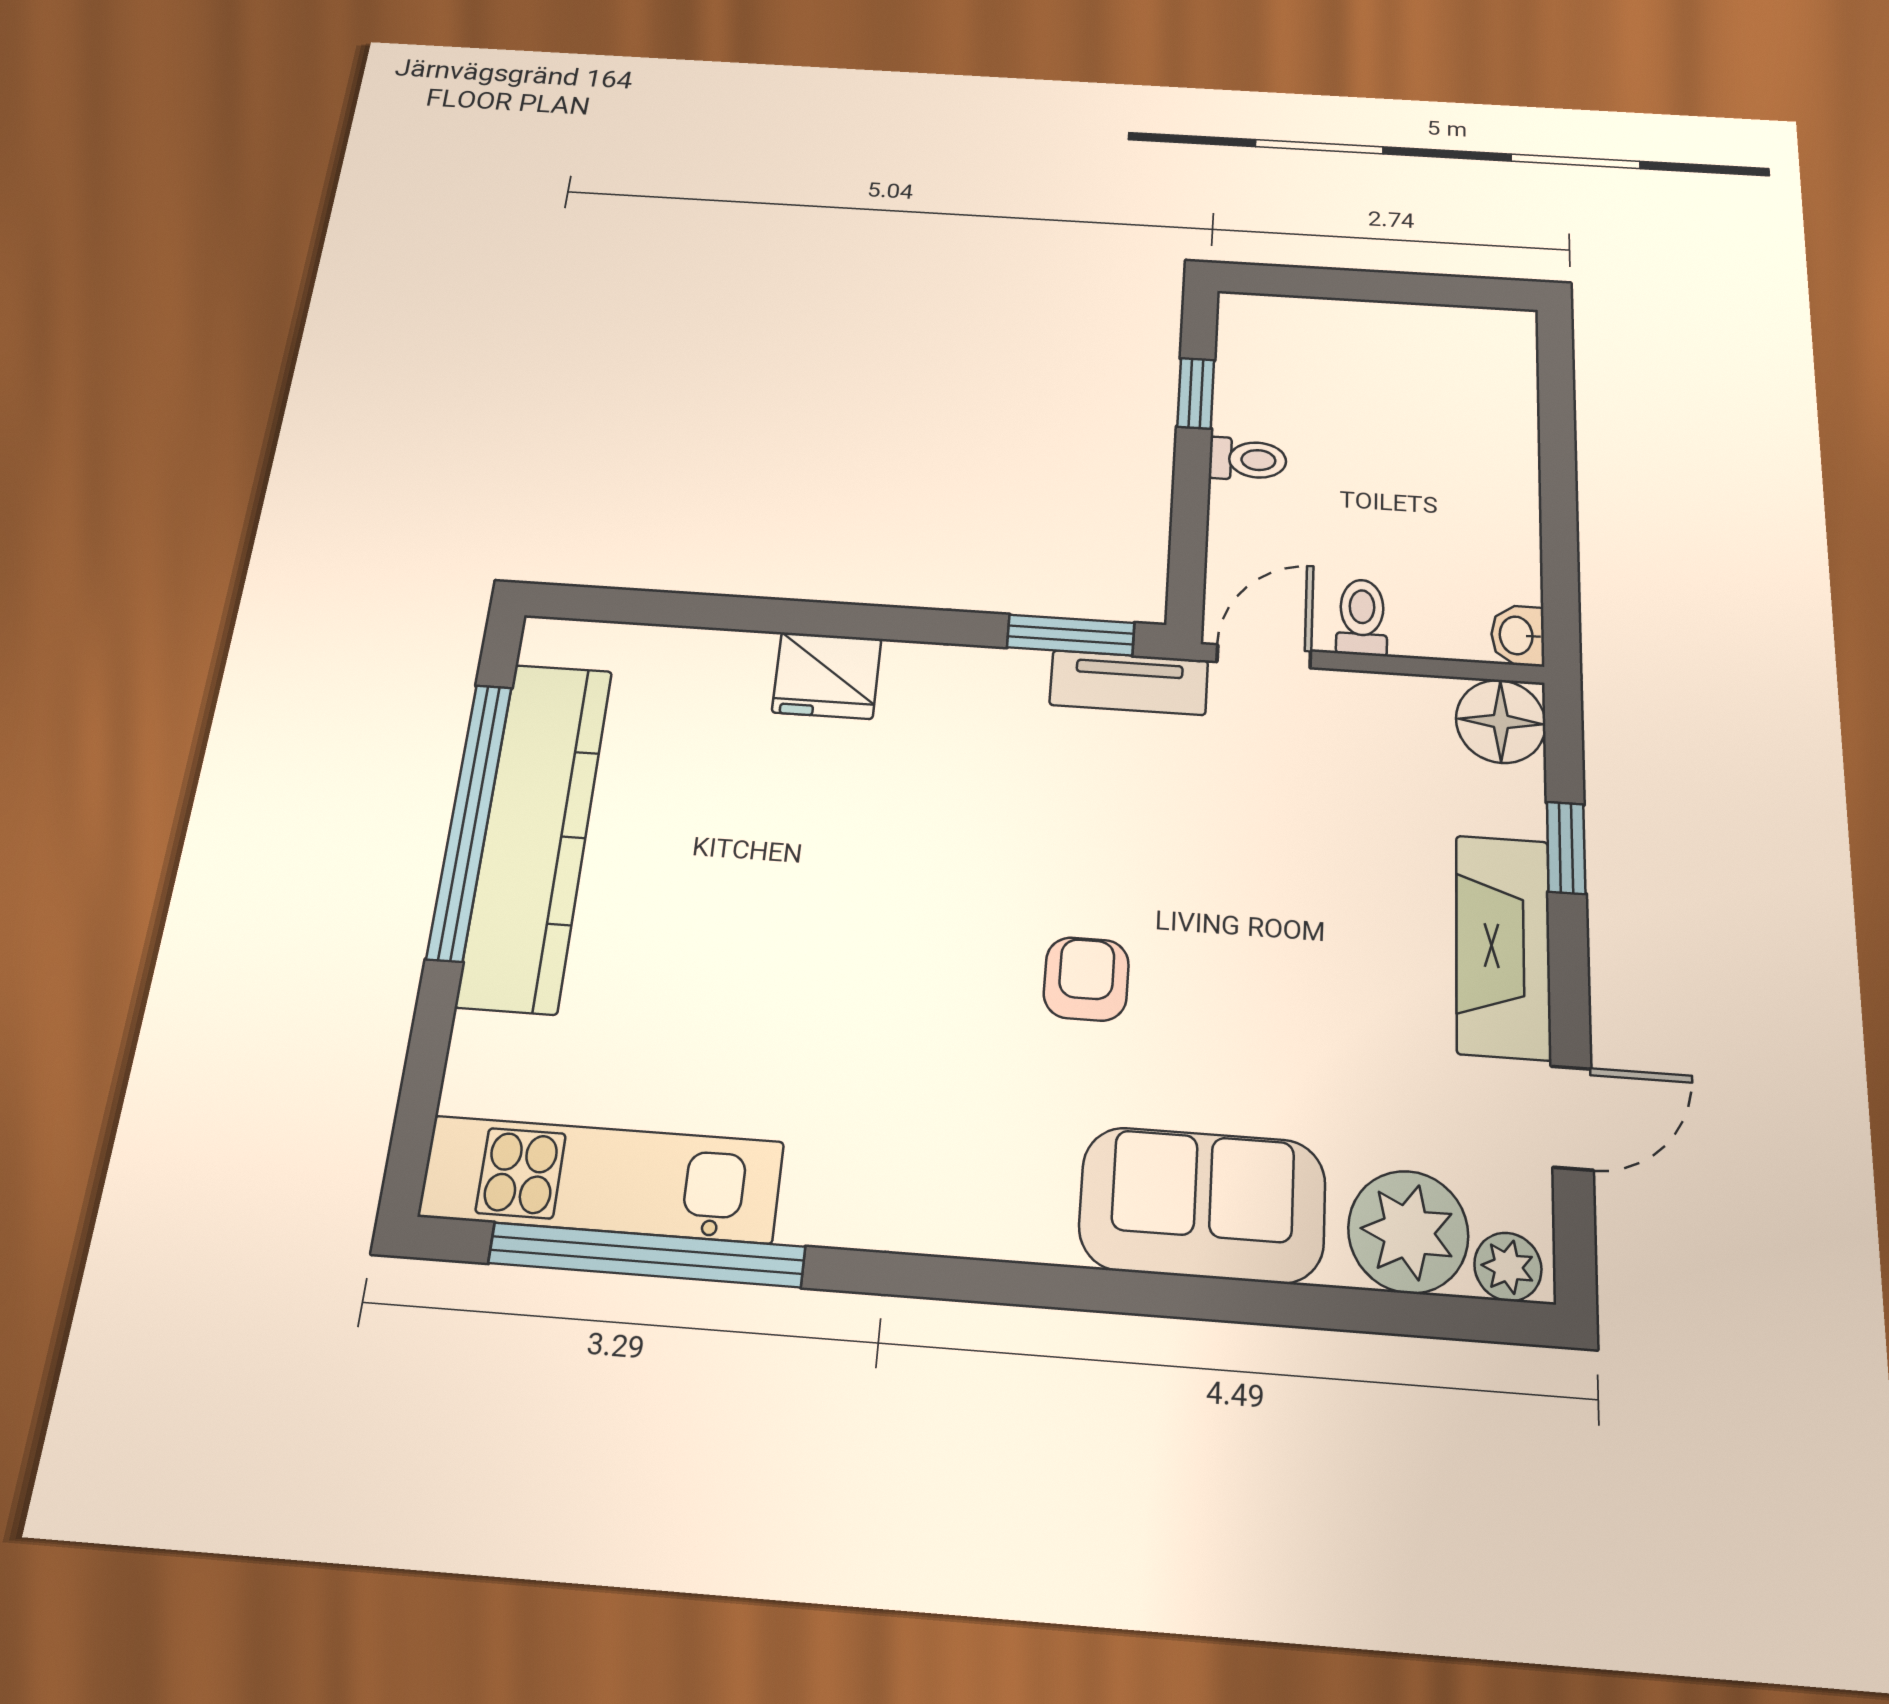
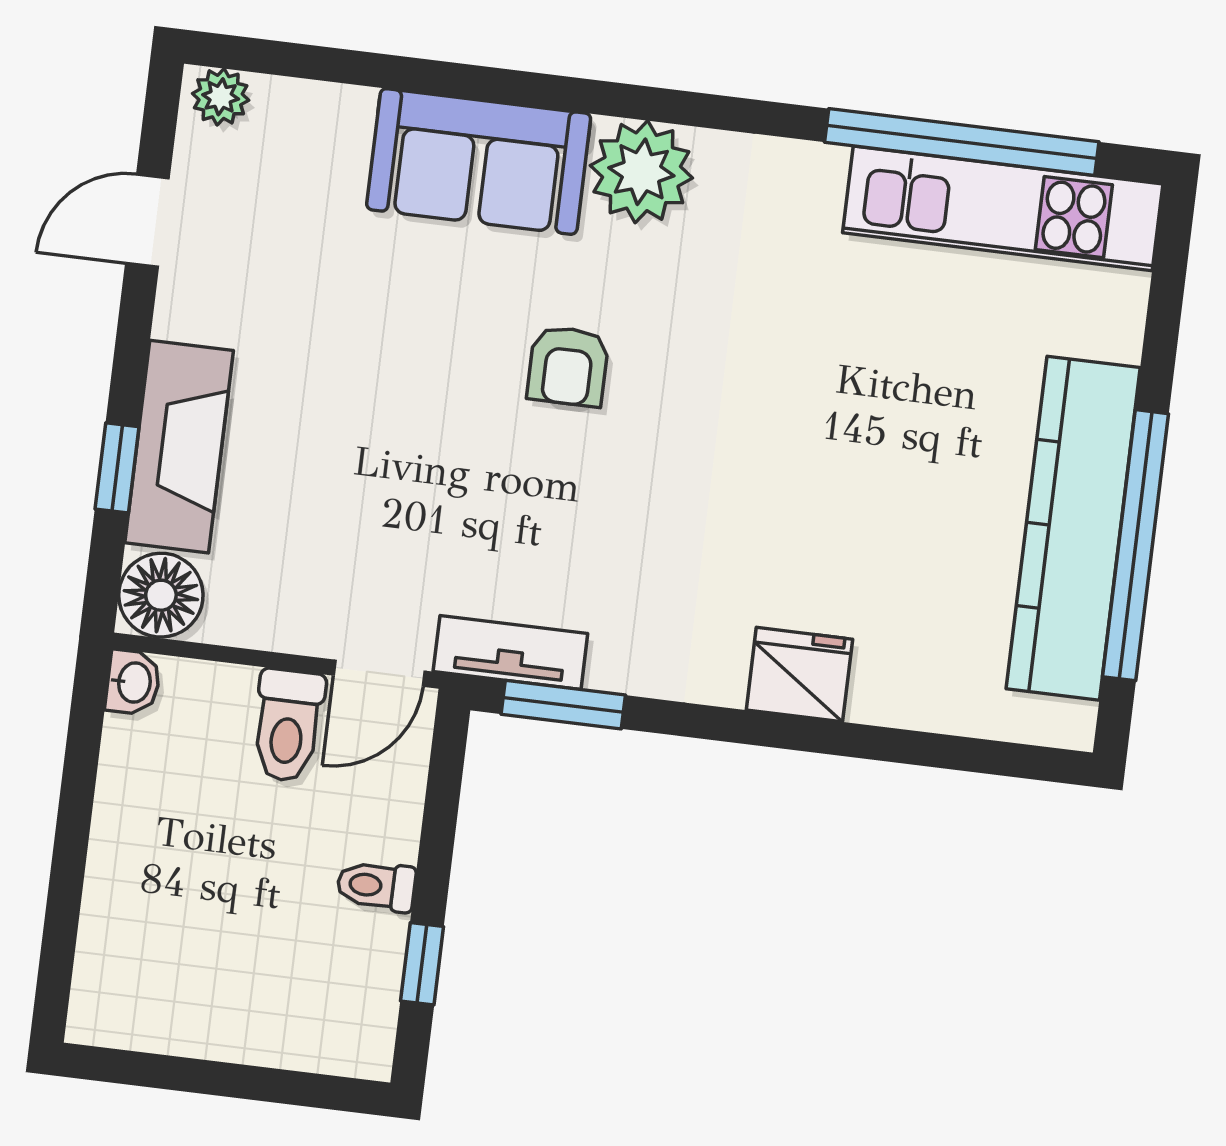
toilet: (1362, 617) -> (288, 725), width x1.37, depth x1.39
fireplace: (1503, 946) -> (179, 447), moved
plant: (1408, 1232) -> (641, 172), moved

